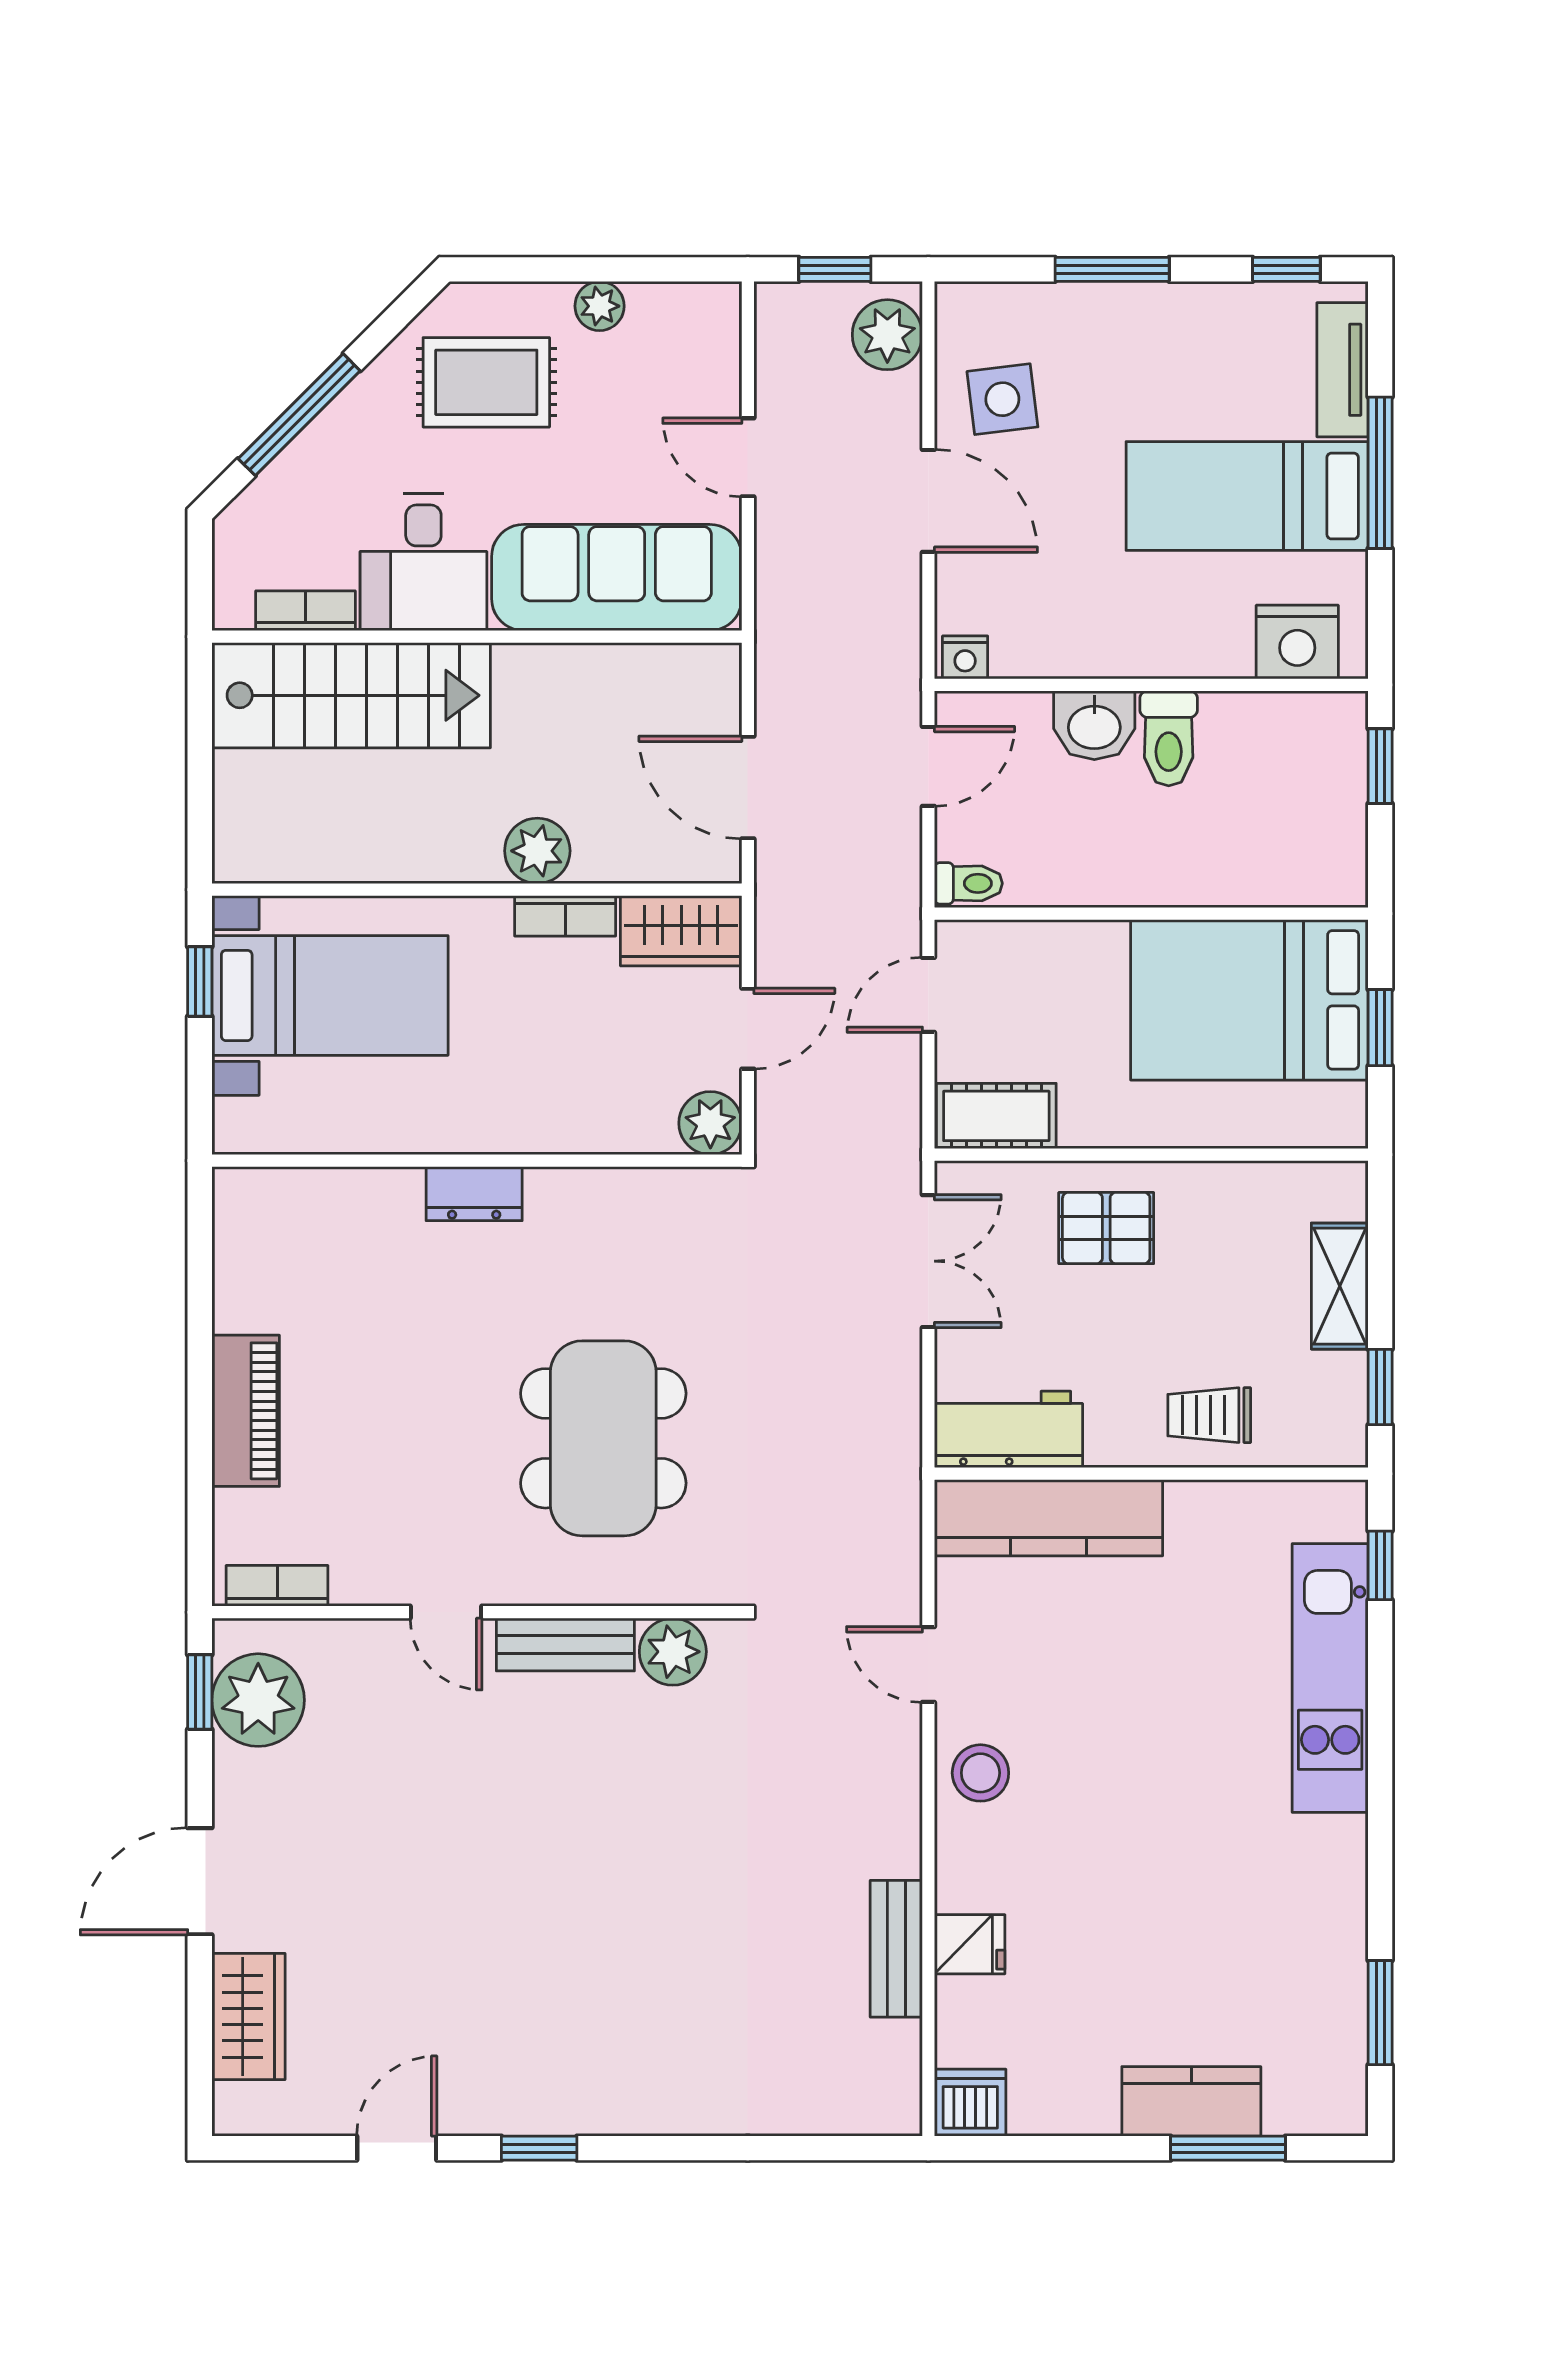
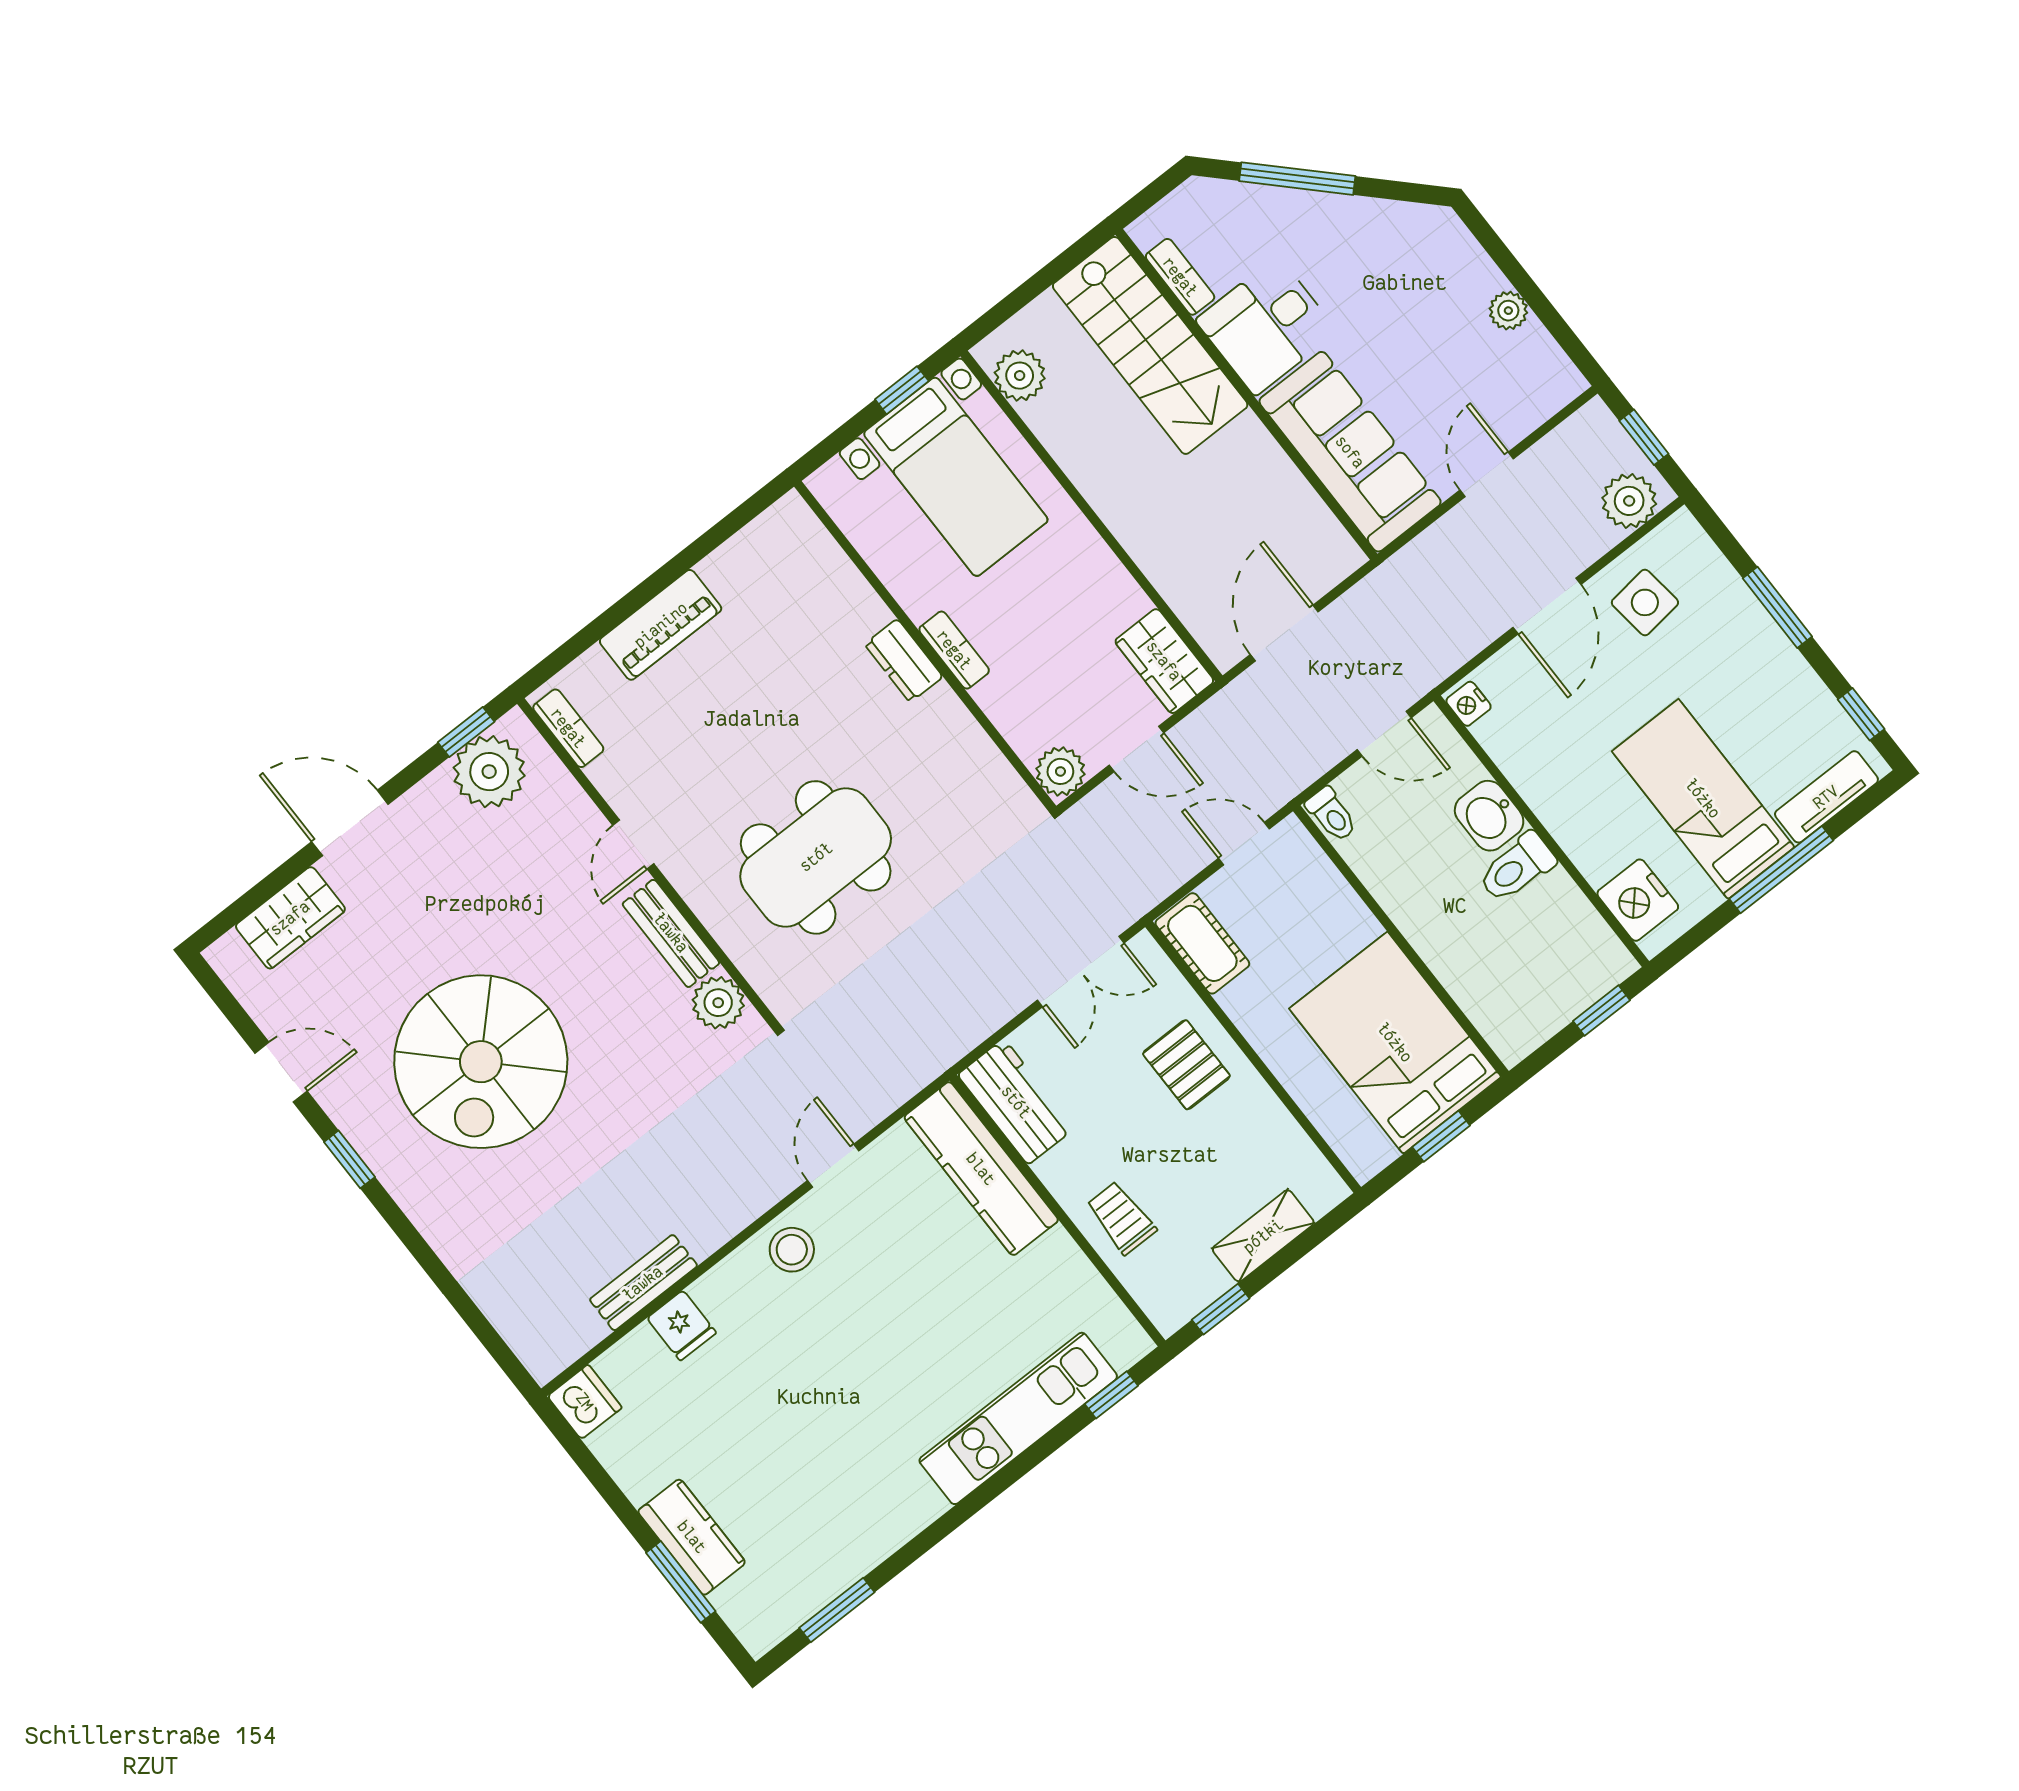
rug: (486, 382) -> (1407, 278), removed
plant: (537, 851) -> (1020, 376), moved
bookcase: (565, 916) -> (954, 650), moved, turned 180
spiral stairs: (544, 1938) -> (481, 1062), added

